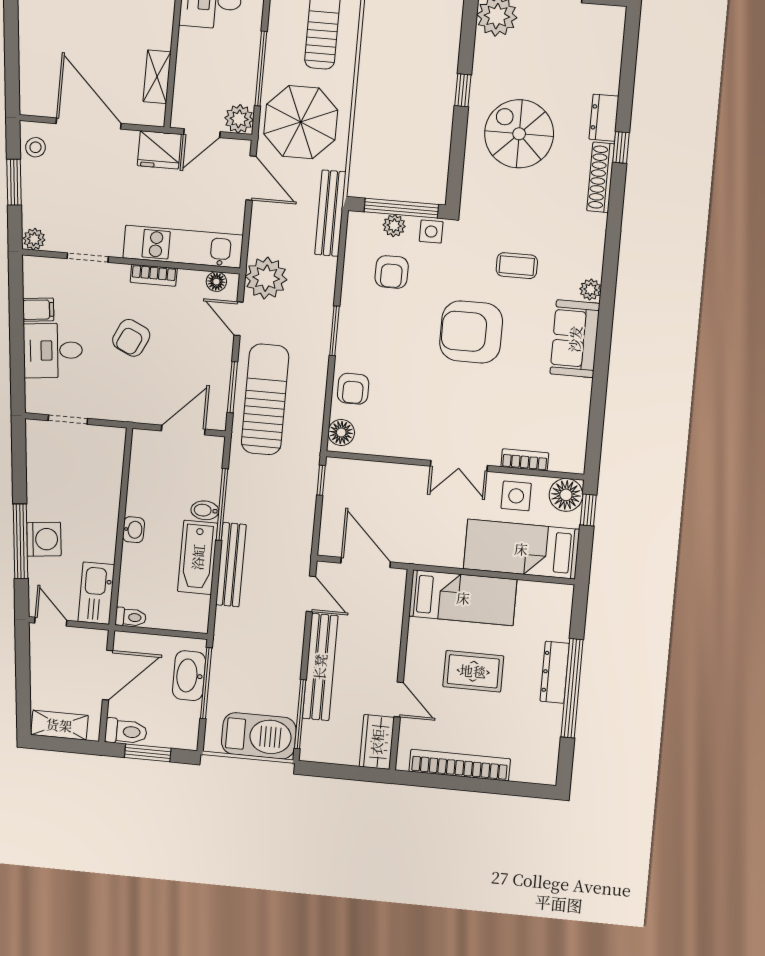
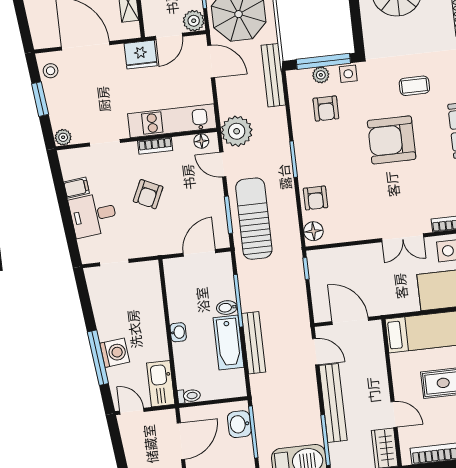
washbasin: (189, 676) -> (239, 424), width x0.72

